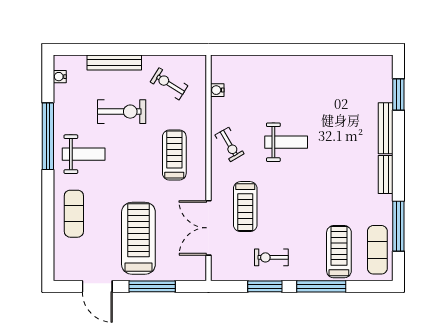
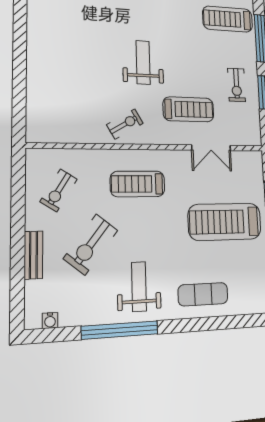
bench: (114, 62) -> (33, 255), width x0.73
water cooler: (217, 90) -> (66, 136), removed
exercise bike: (122, 112) -> (91, 244), turned -142
weight bench: (286, 142) -> (143, 62), moved
double door: (209, 228) -> (211, 148), width x0.73

